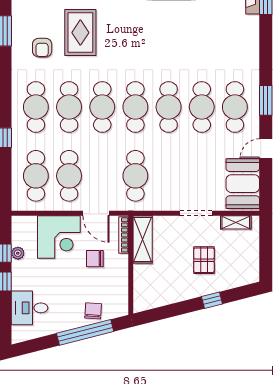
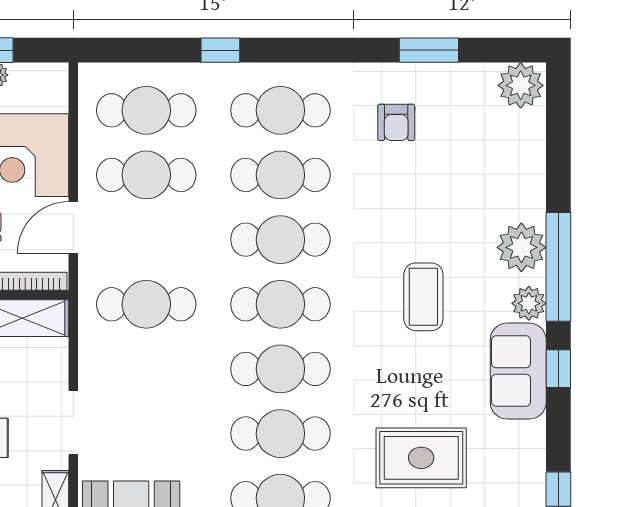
rug: (80, 33) -> (421, 458), moved
coffee table: (132, 34) -> (423, 297), added
armchair: (42, 48) -> (396, 122), turned -90

